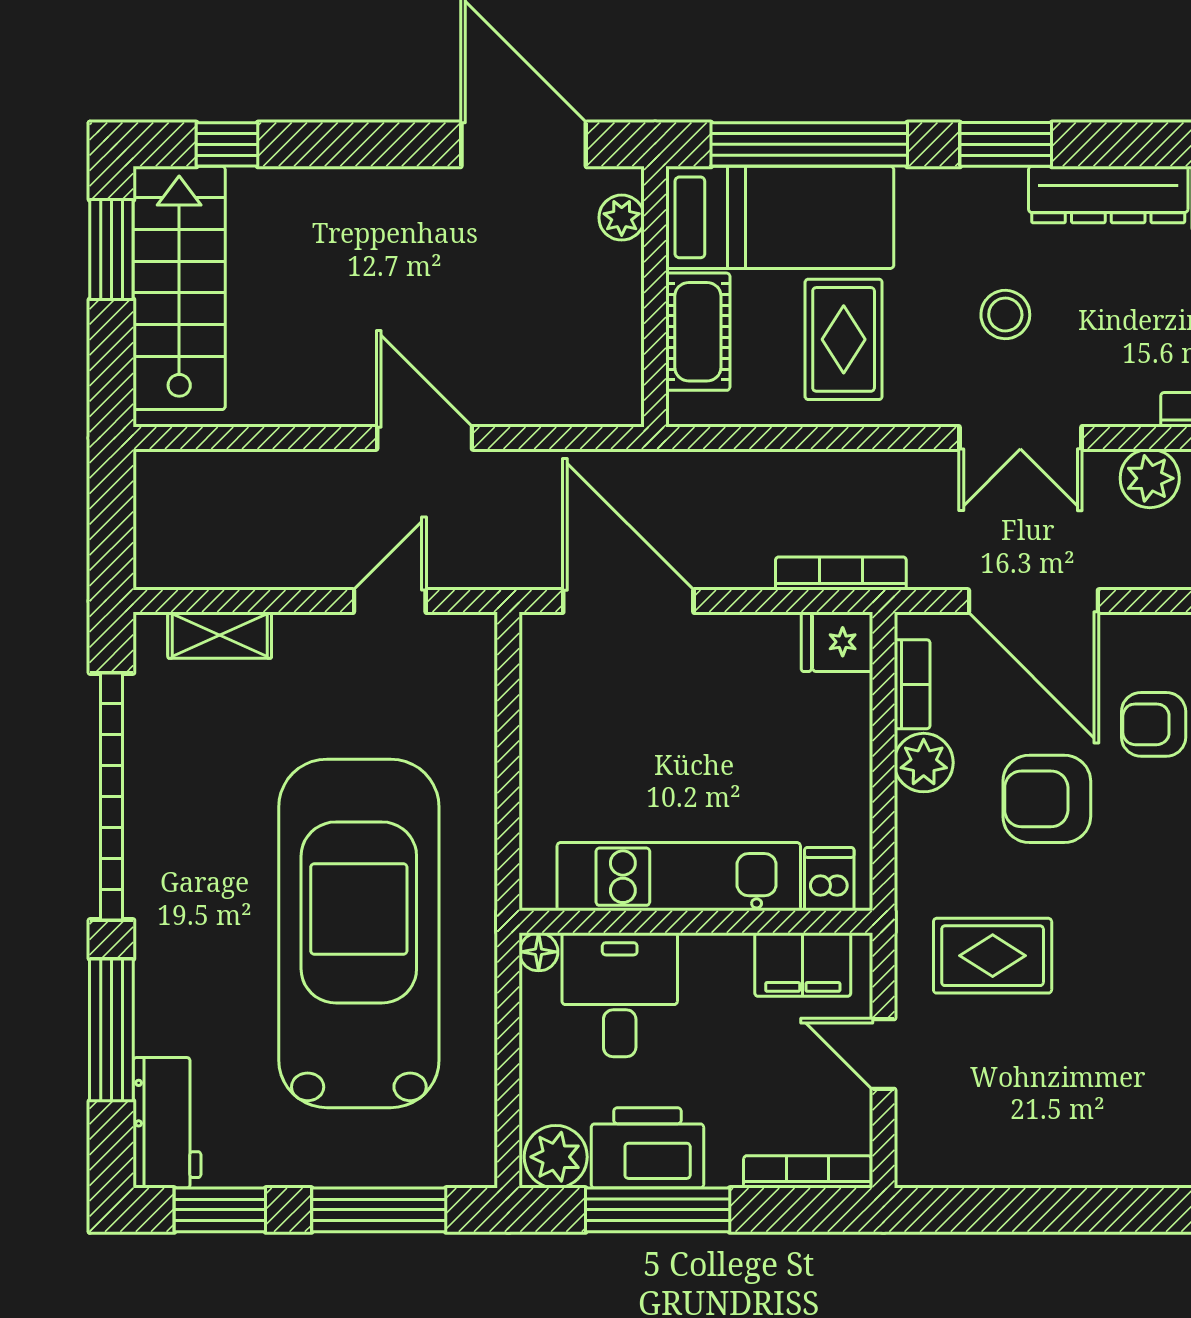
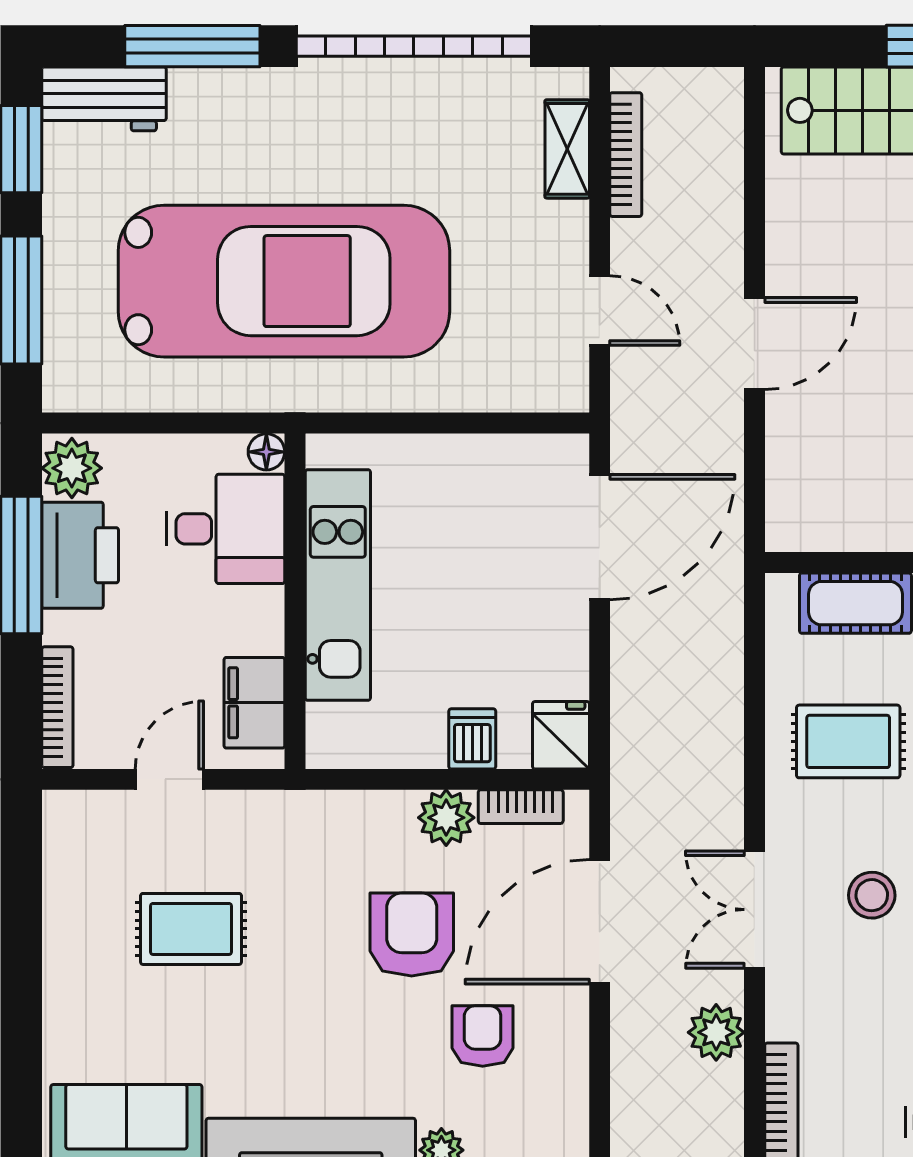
bookcase: (841, 573) -> (626, 155), moved
dishwasher: (829, 879) -> (472, 739), moved, turned -90
rug: (993, 956) -> (191, 929), moved, turned 90

